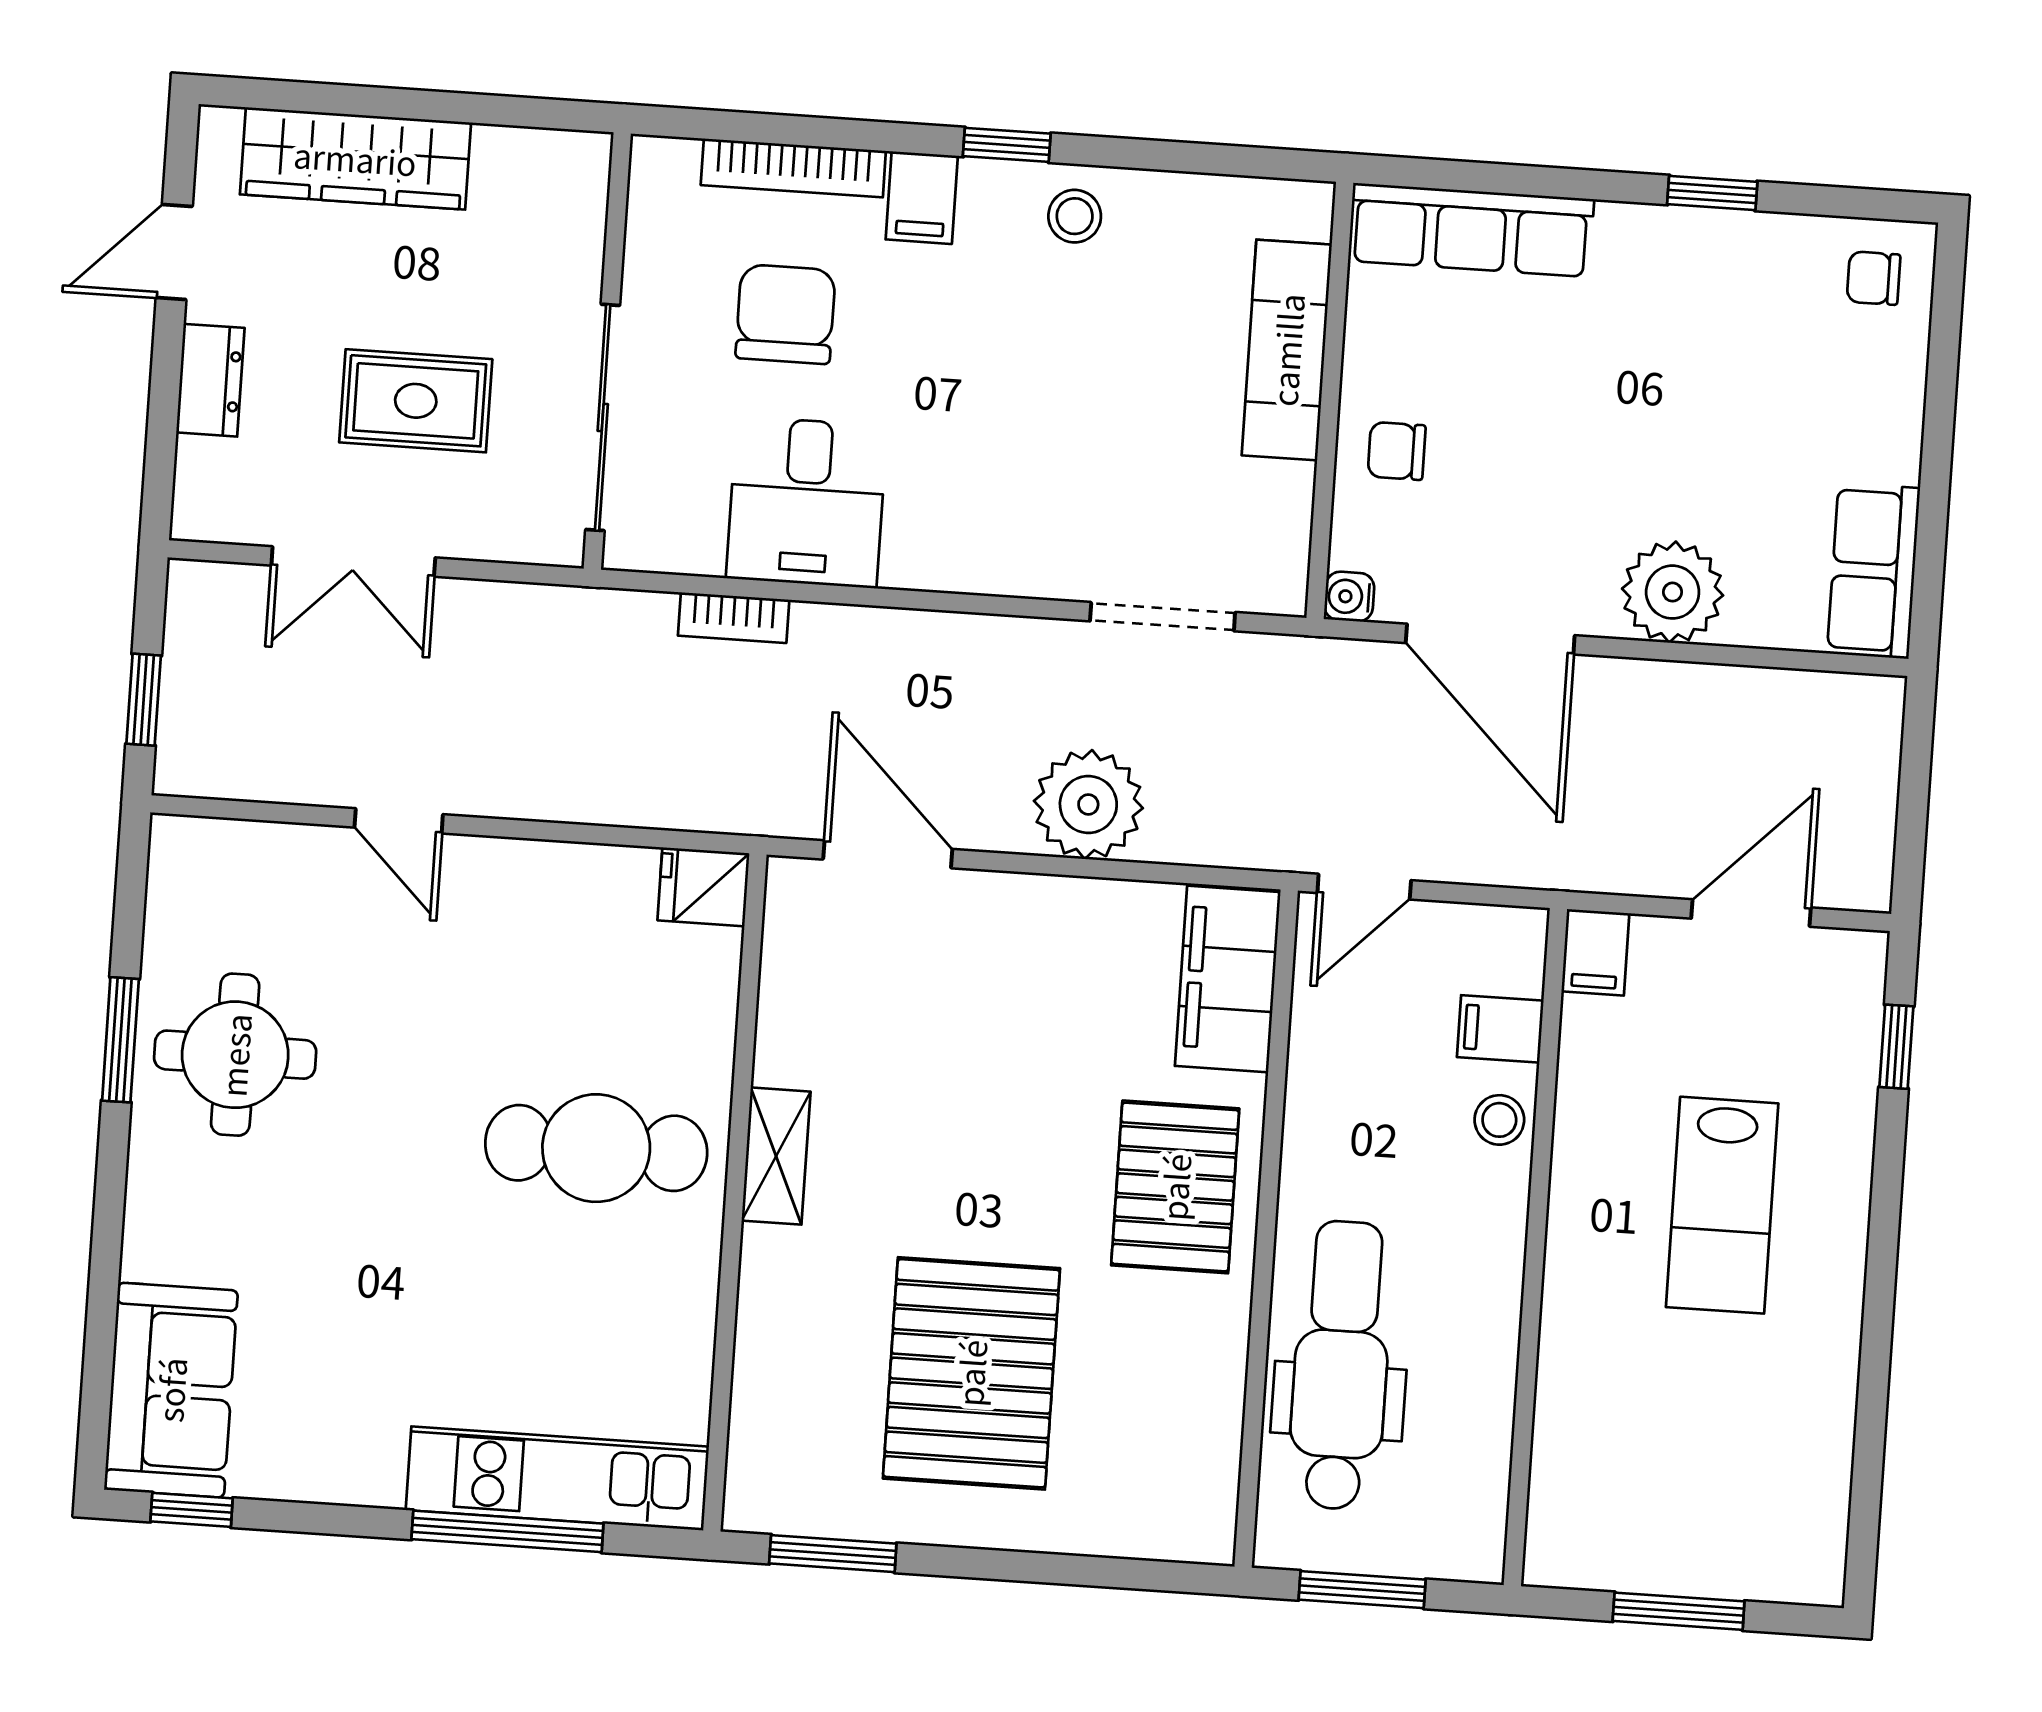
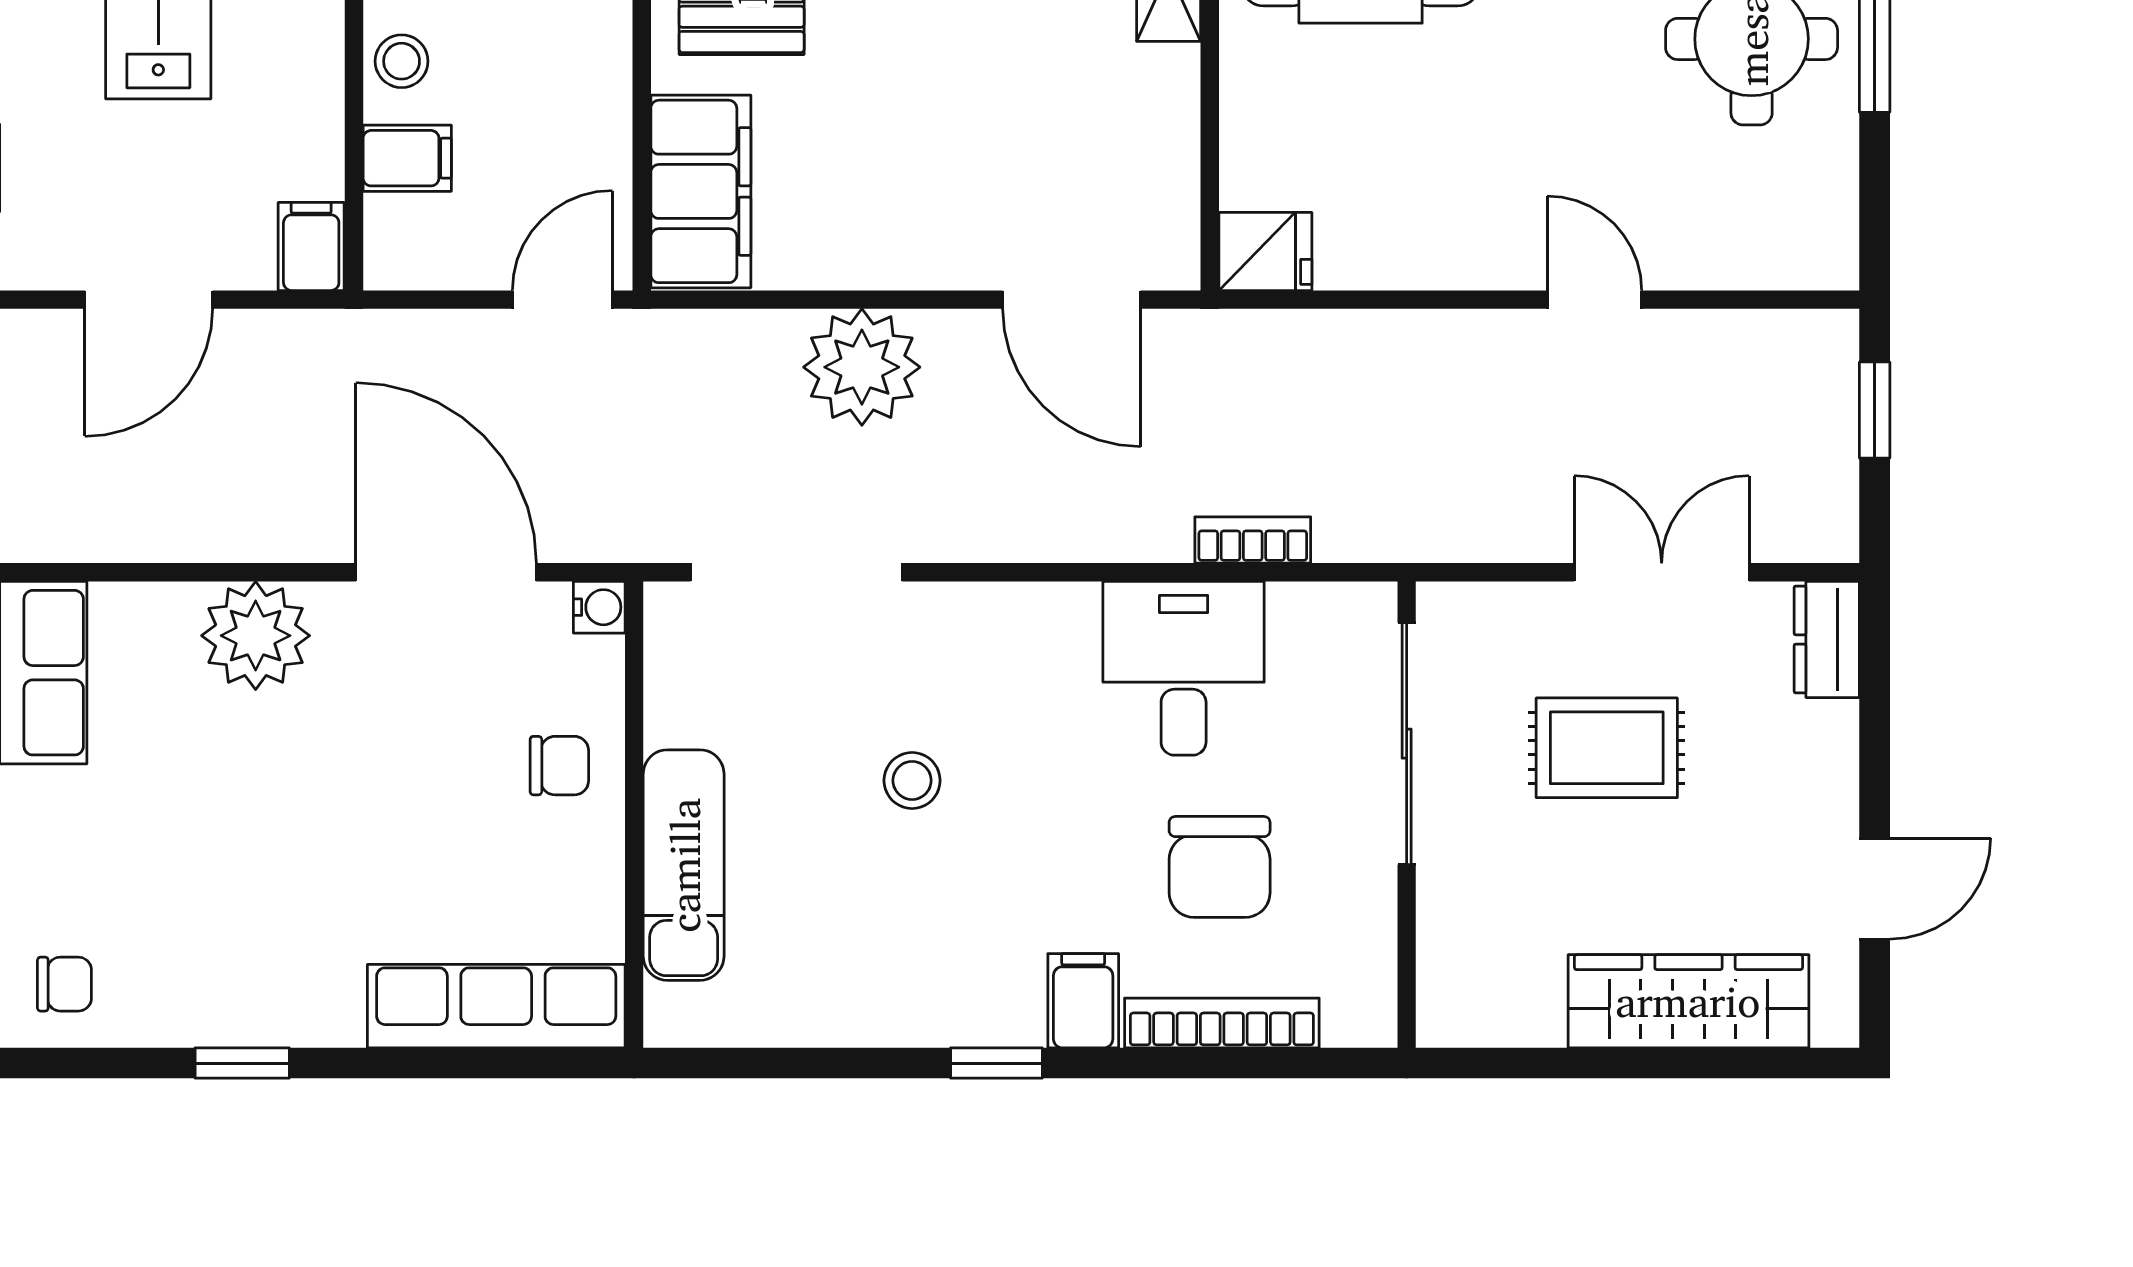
stool: (1075, 216) -> (912, 780), moved
dresser: (210, 380) -> (1827, 639), moved
doorway: (1163, 617) -> (796, 572), width x1.36

